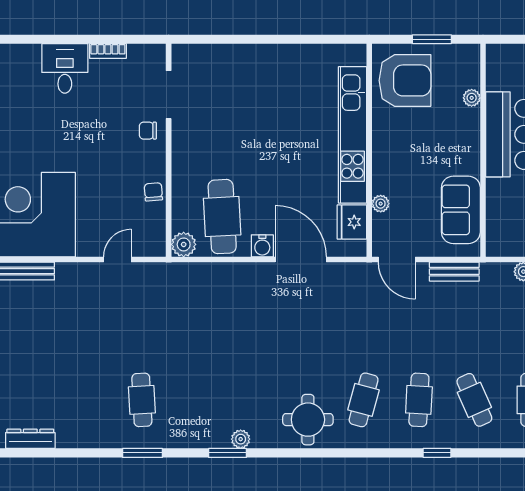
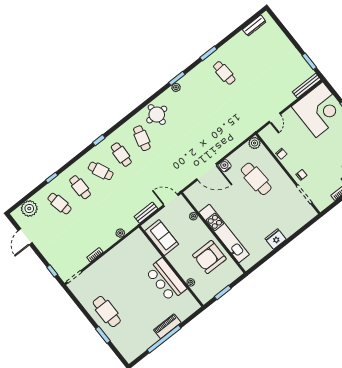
armchair: (405, 80) -> (209, 257), moved
cafe table: (222, 217) -> (256, 179), moved
fridge: (352, 222) -> (276, 239), moved, turned -90

